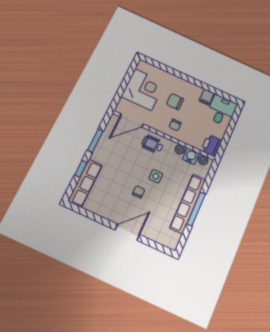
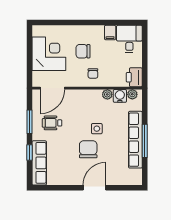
wheelchair: (152, 144) -> (52, 123), moved
chair: (139, 192) -> (88, 149), width x1.87, depth x1.87

